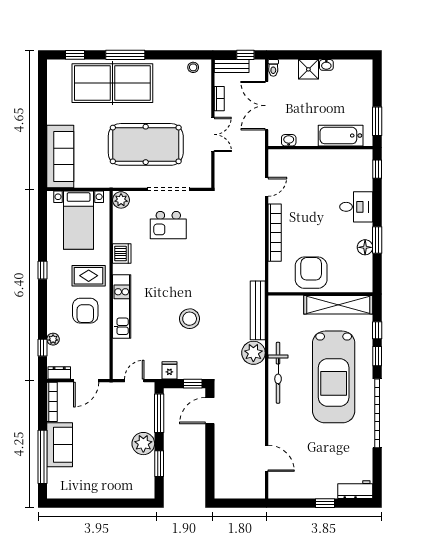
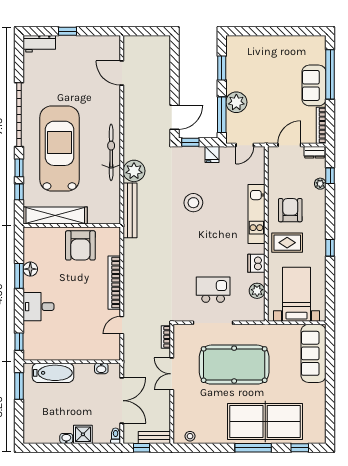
bookcase: (219, 99) -> (166, 337), moved
plant: (121, 200) -> (257, 291), moved
plant: (143, 444) -> (236, 102), moved

